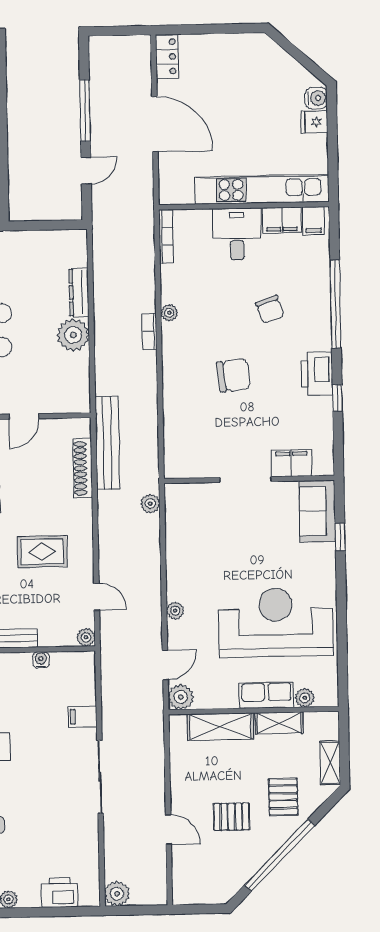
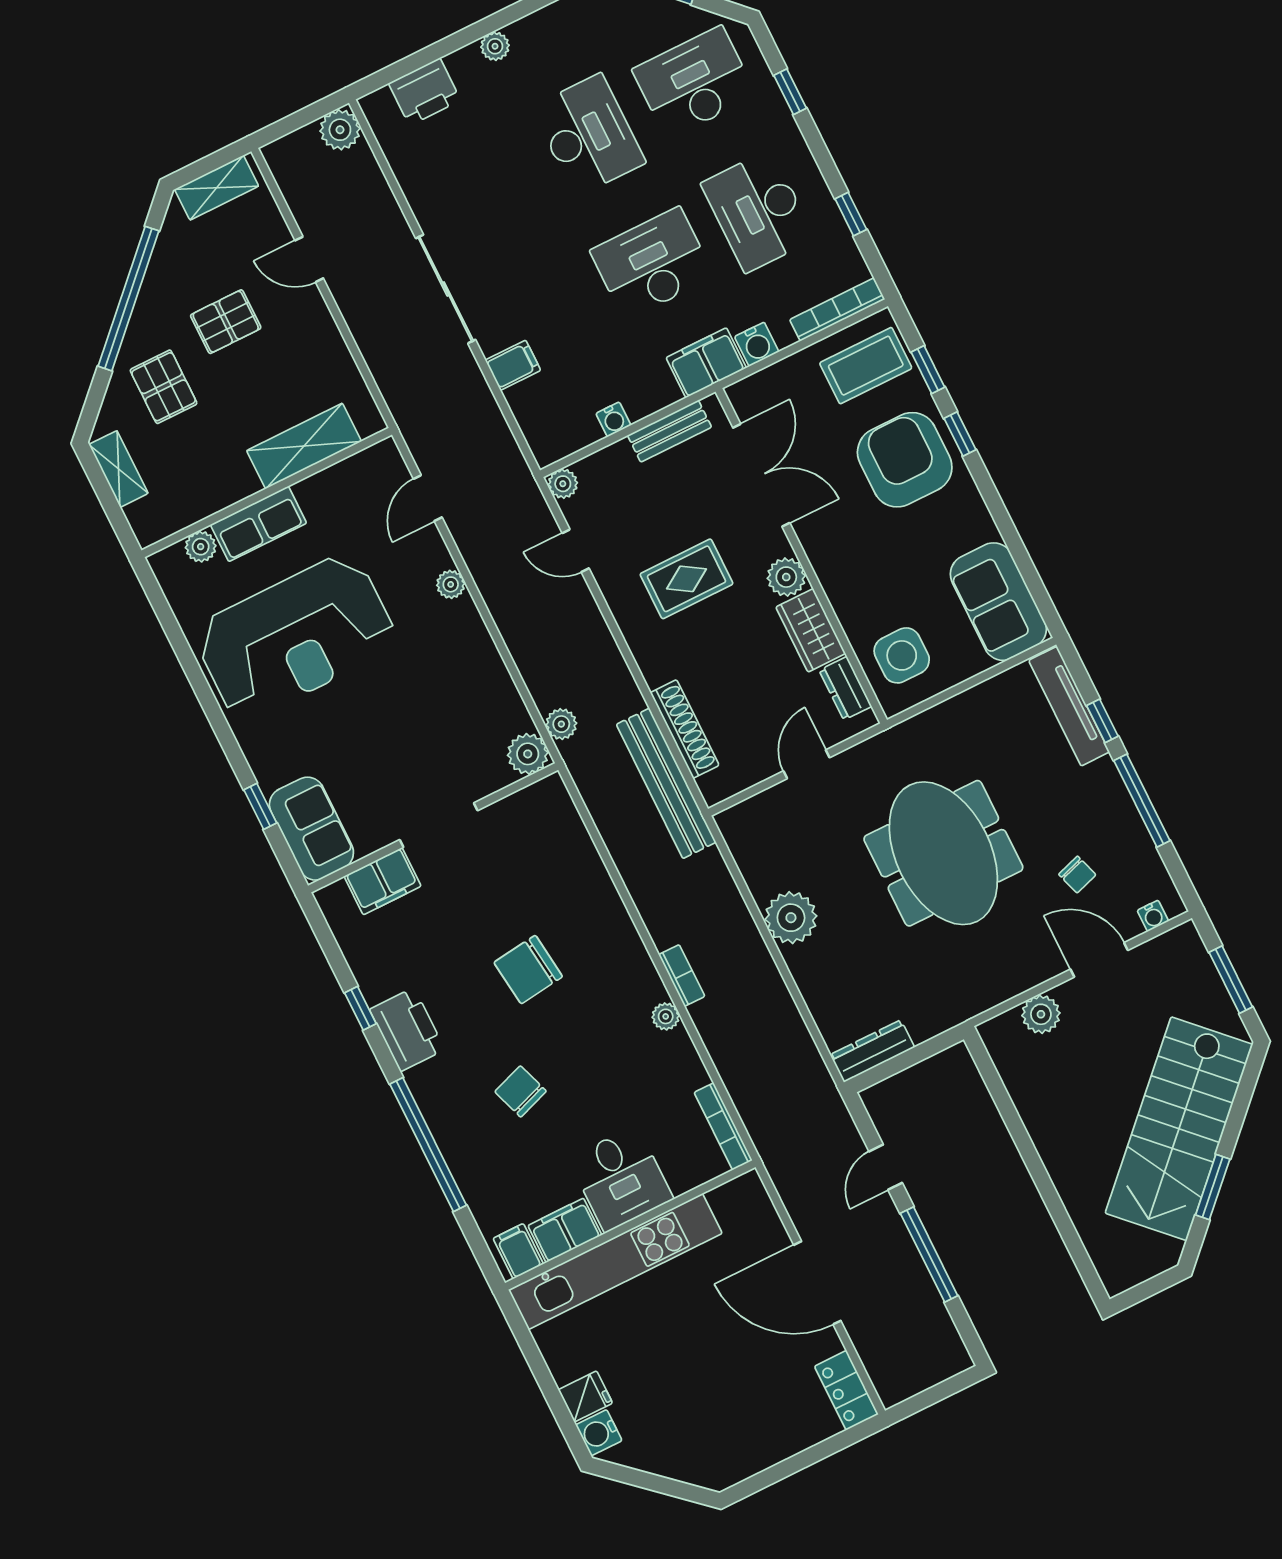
dresser: (79, 292) -> (872, 1051), moved, turned -90
plant: (181, 697) -> (528, 754), moved
shelving: (279, 723) -> (217, 188), moved

